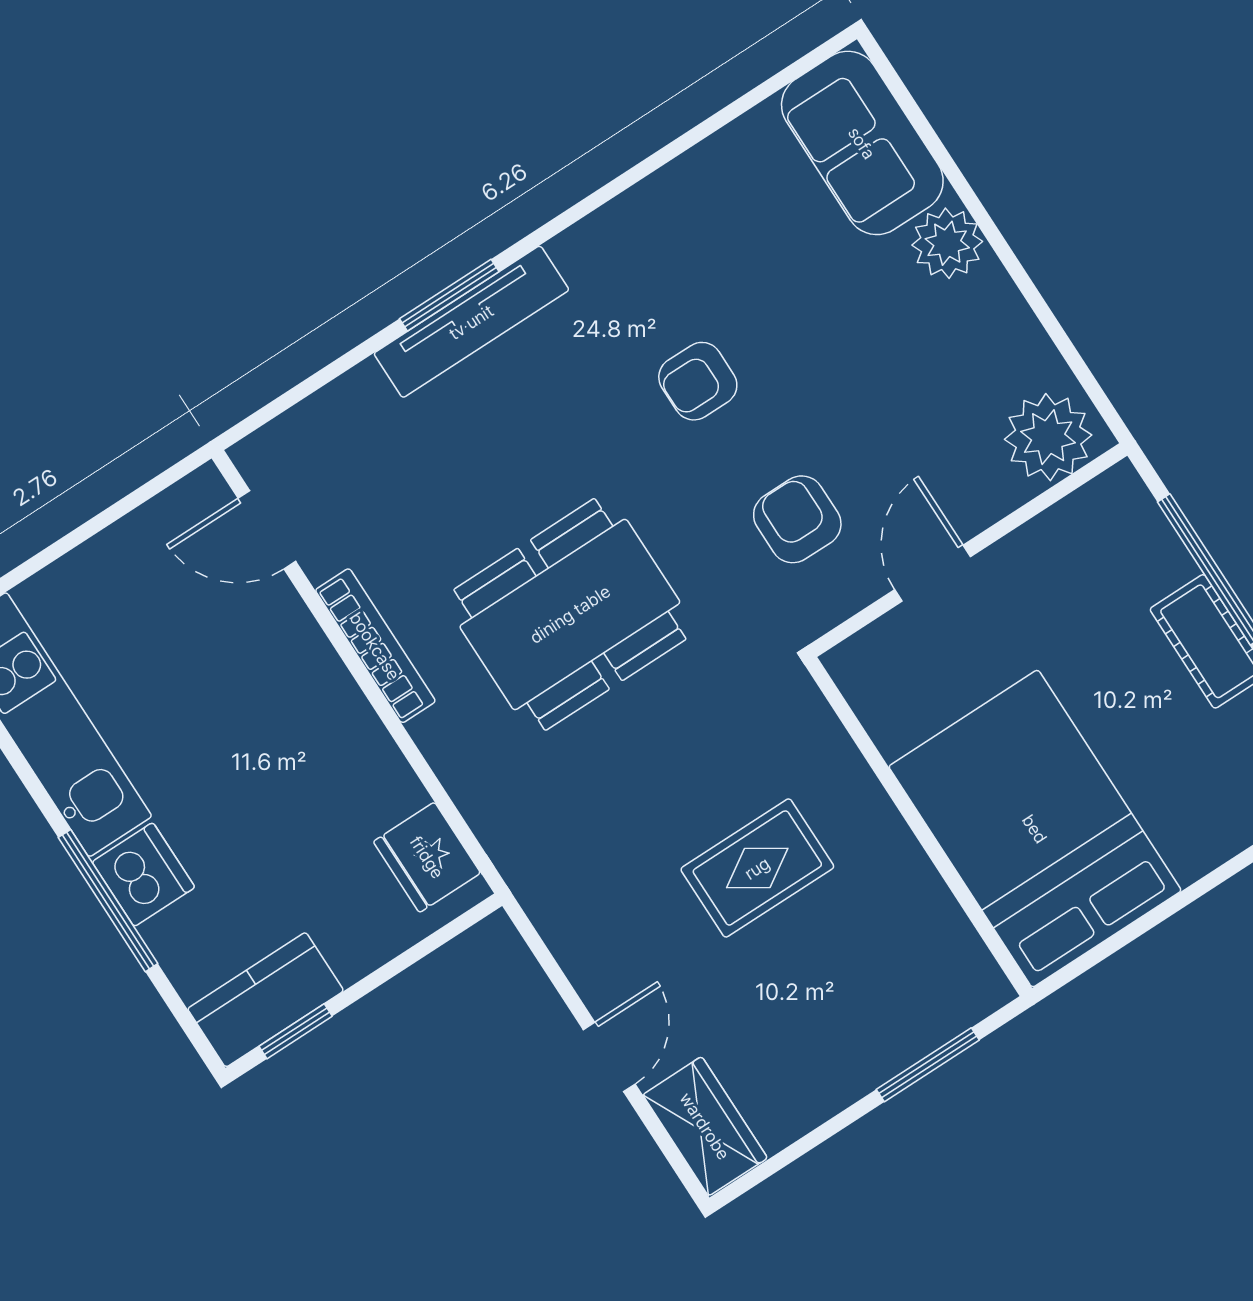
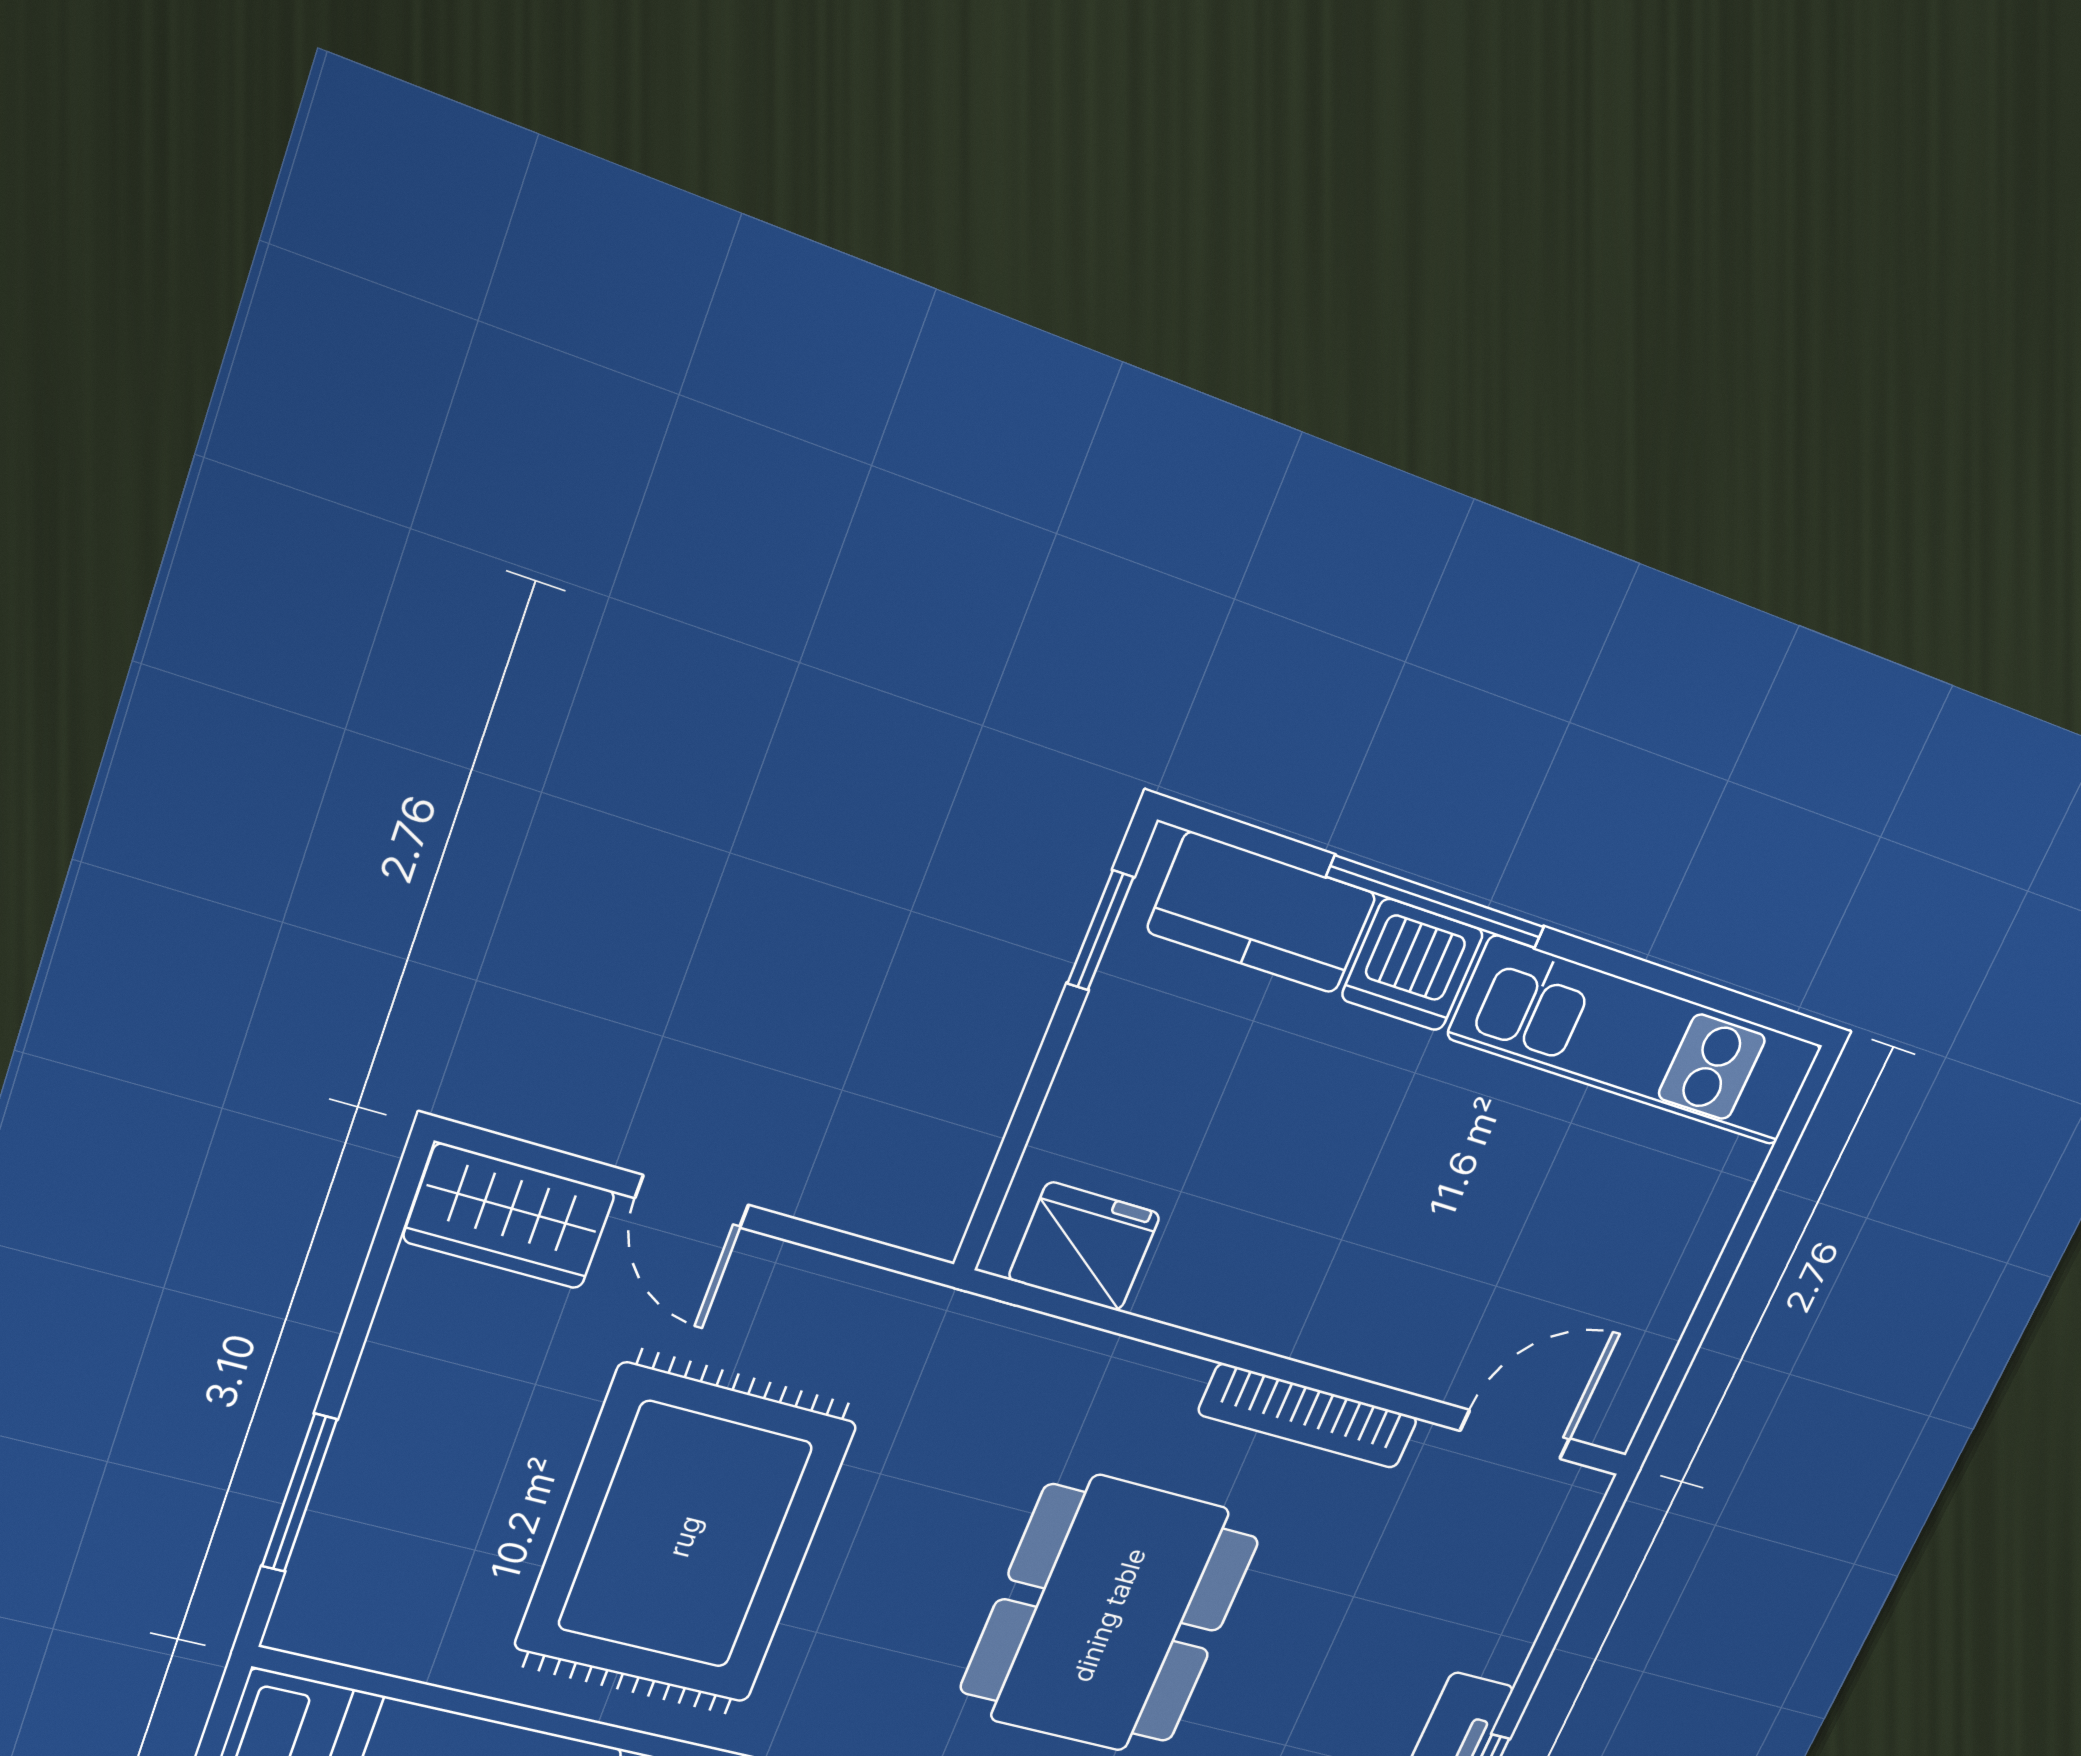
rug: (757, 868) -> (685, 1536), width x1.86, depth x2.06
kitchen counter: (266, 1000) -> (1262, 913), moved, turned 90

